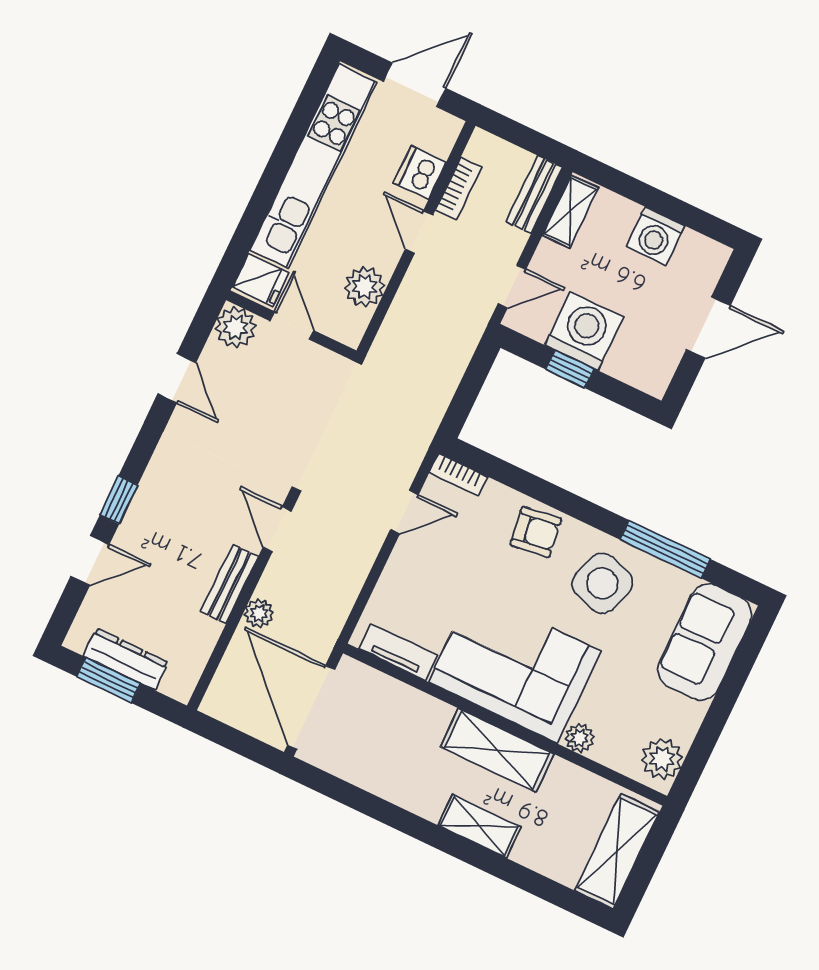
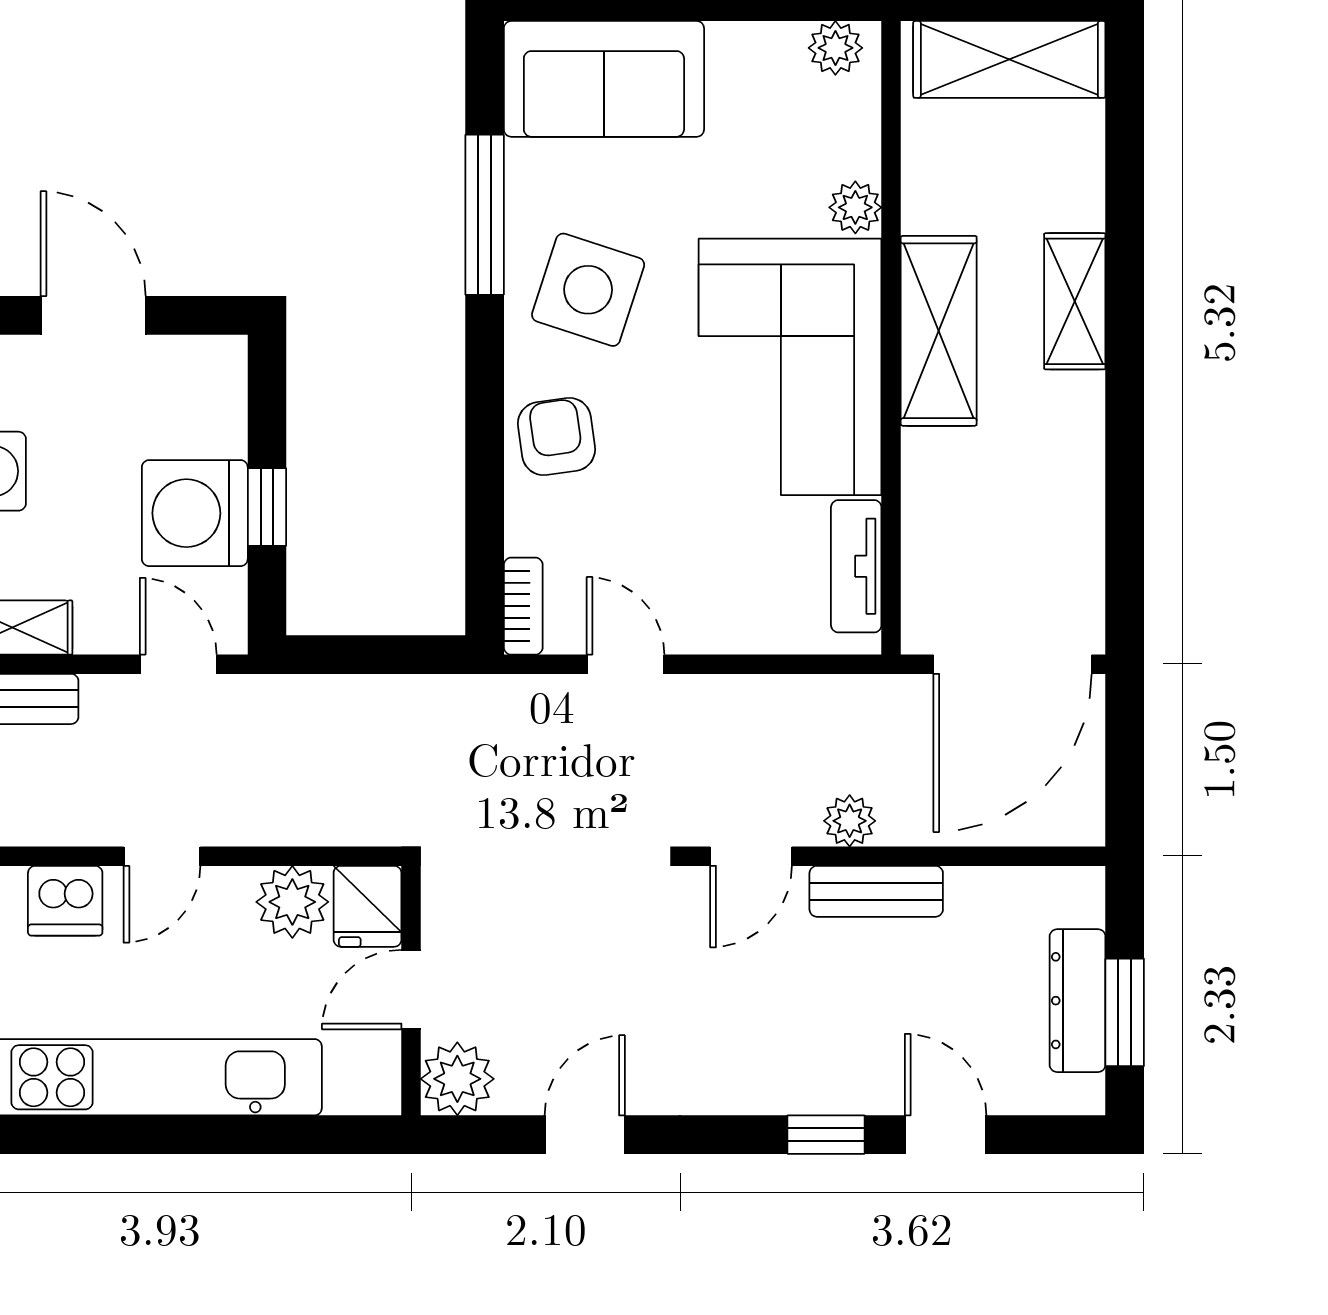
bookcase: (459, 189) -> (61, 826), removed
fridge: (261, 280) -> (367, 906), moved, turned 180
plant: (259, 613) -> (850, 821), moved
plant: (662, 759) -> (835, 48), width x0.73, depth x0.73

